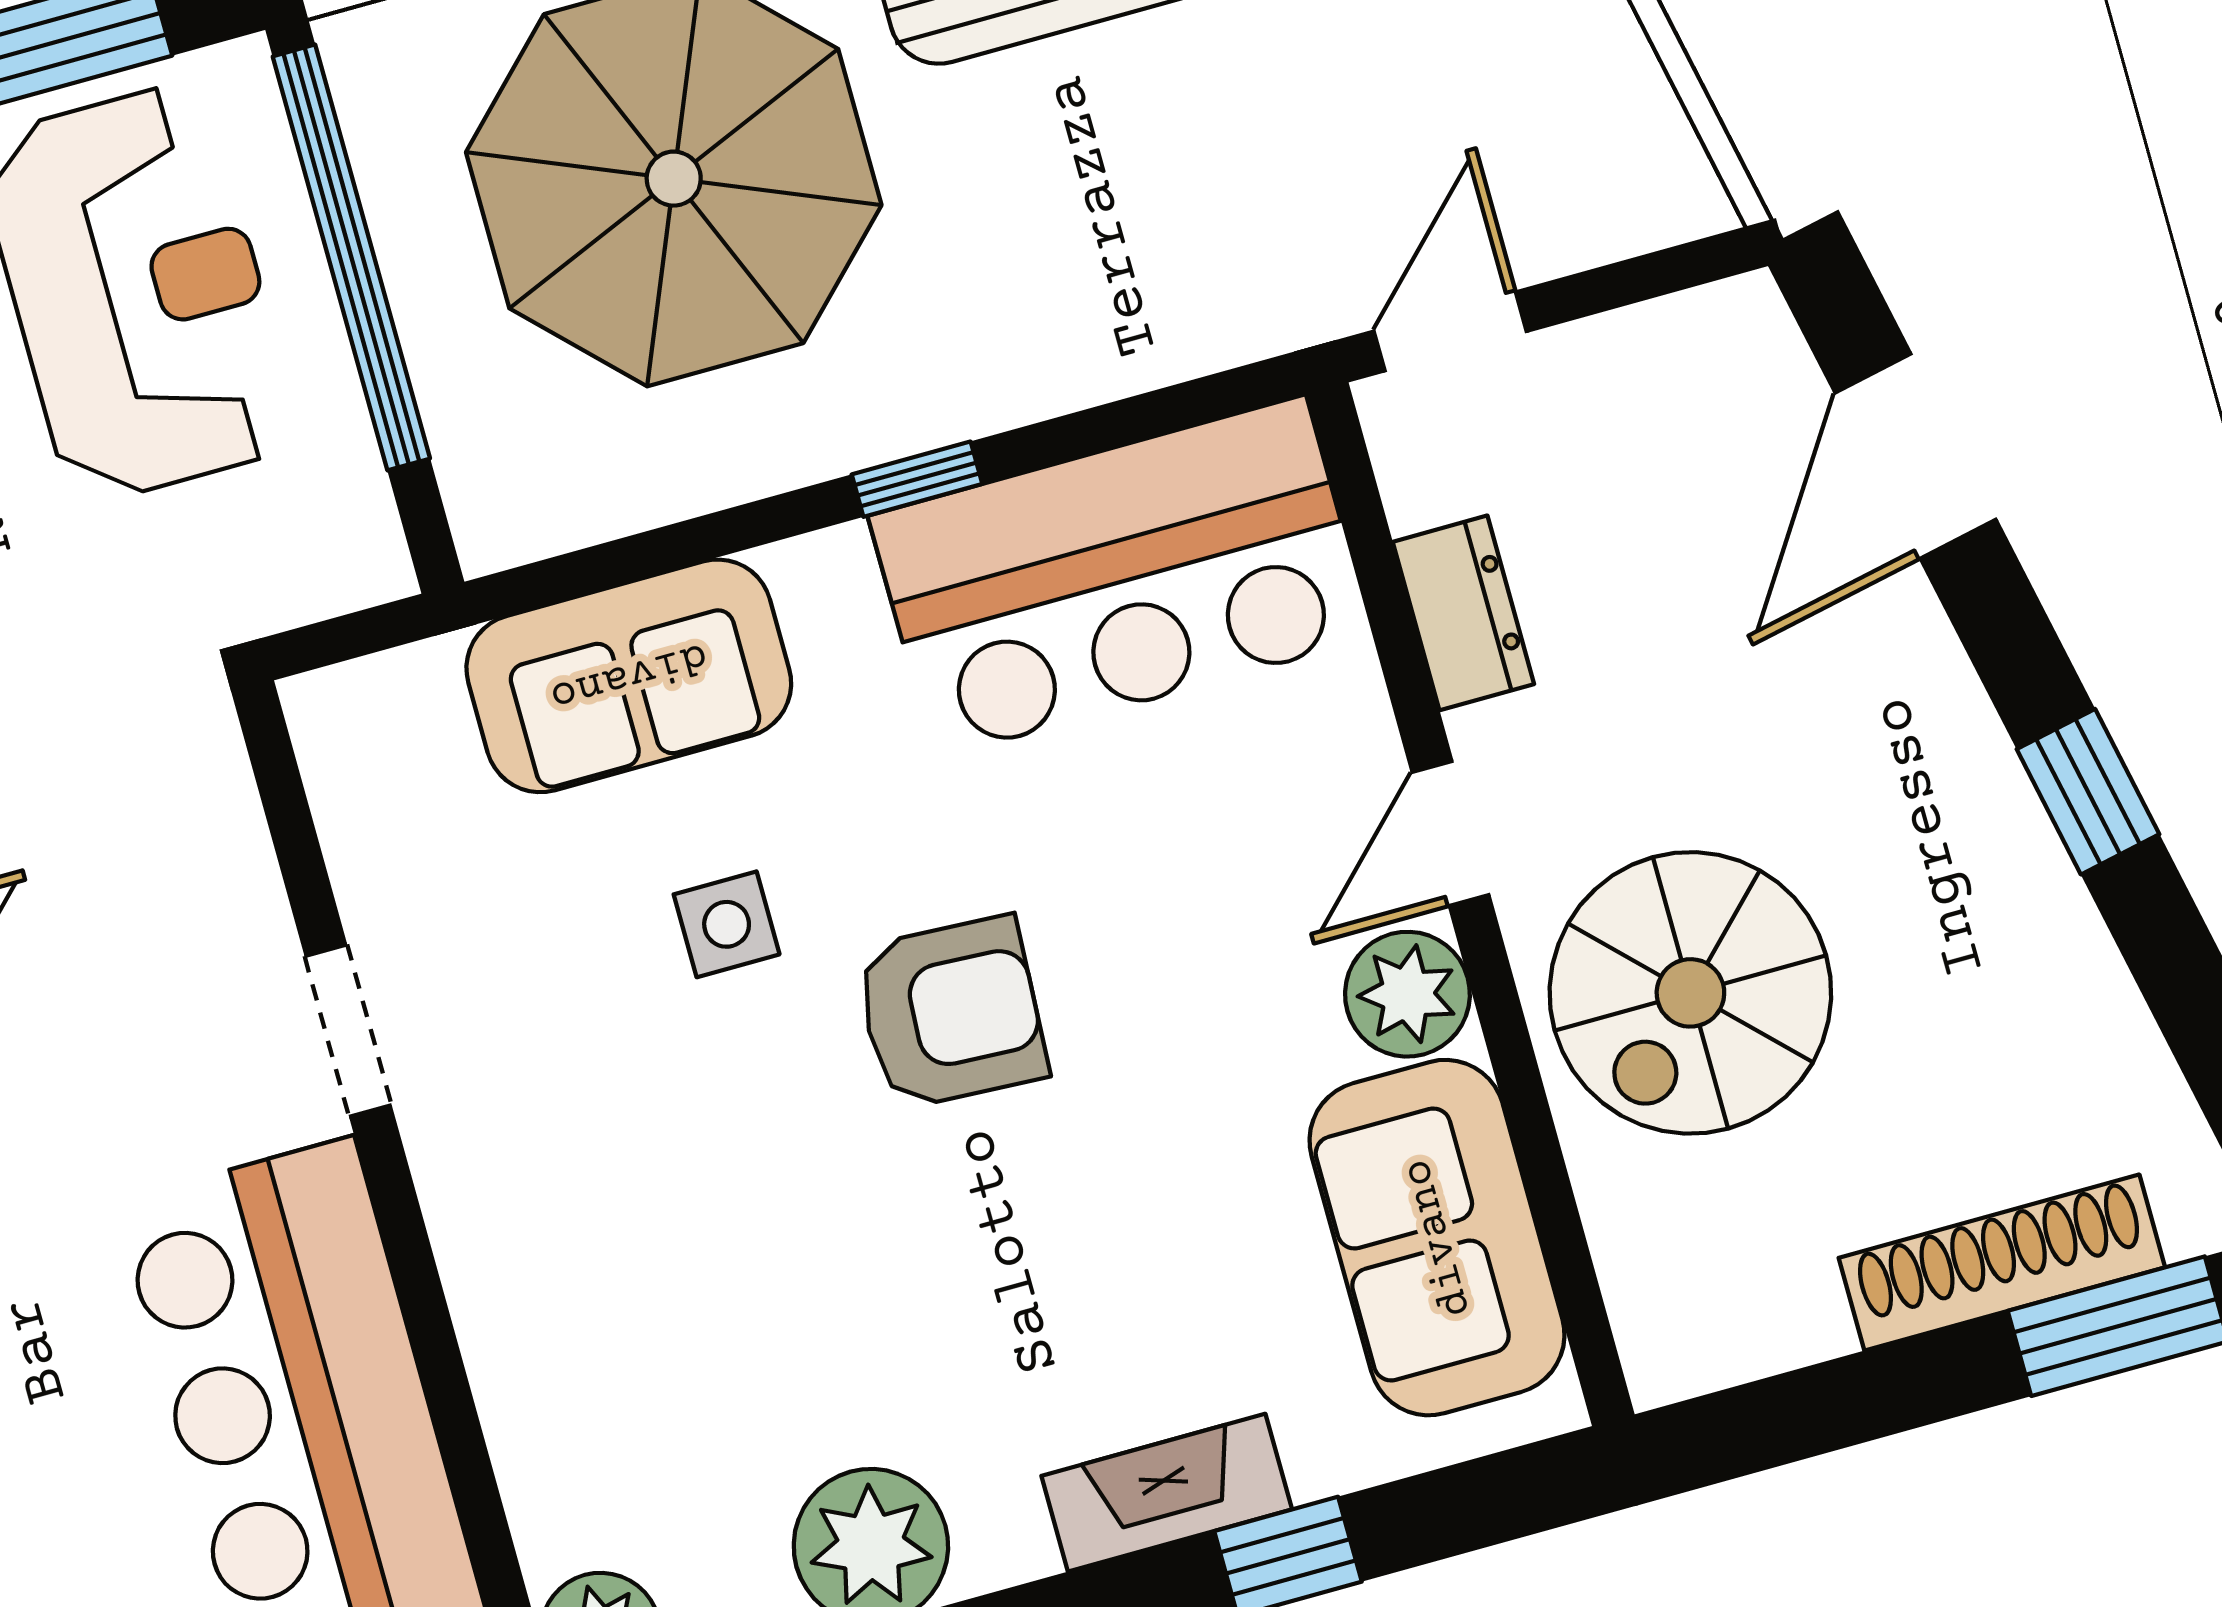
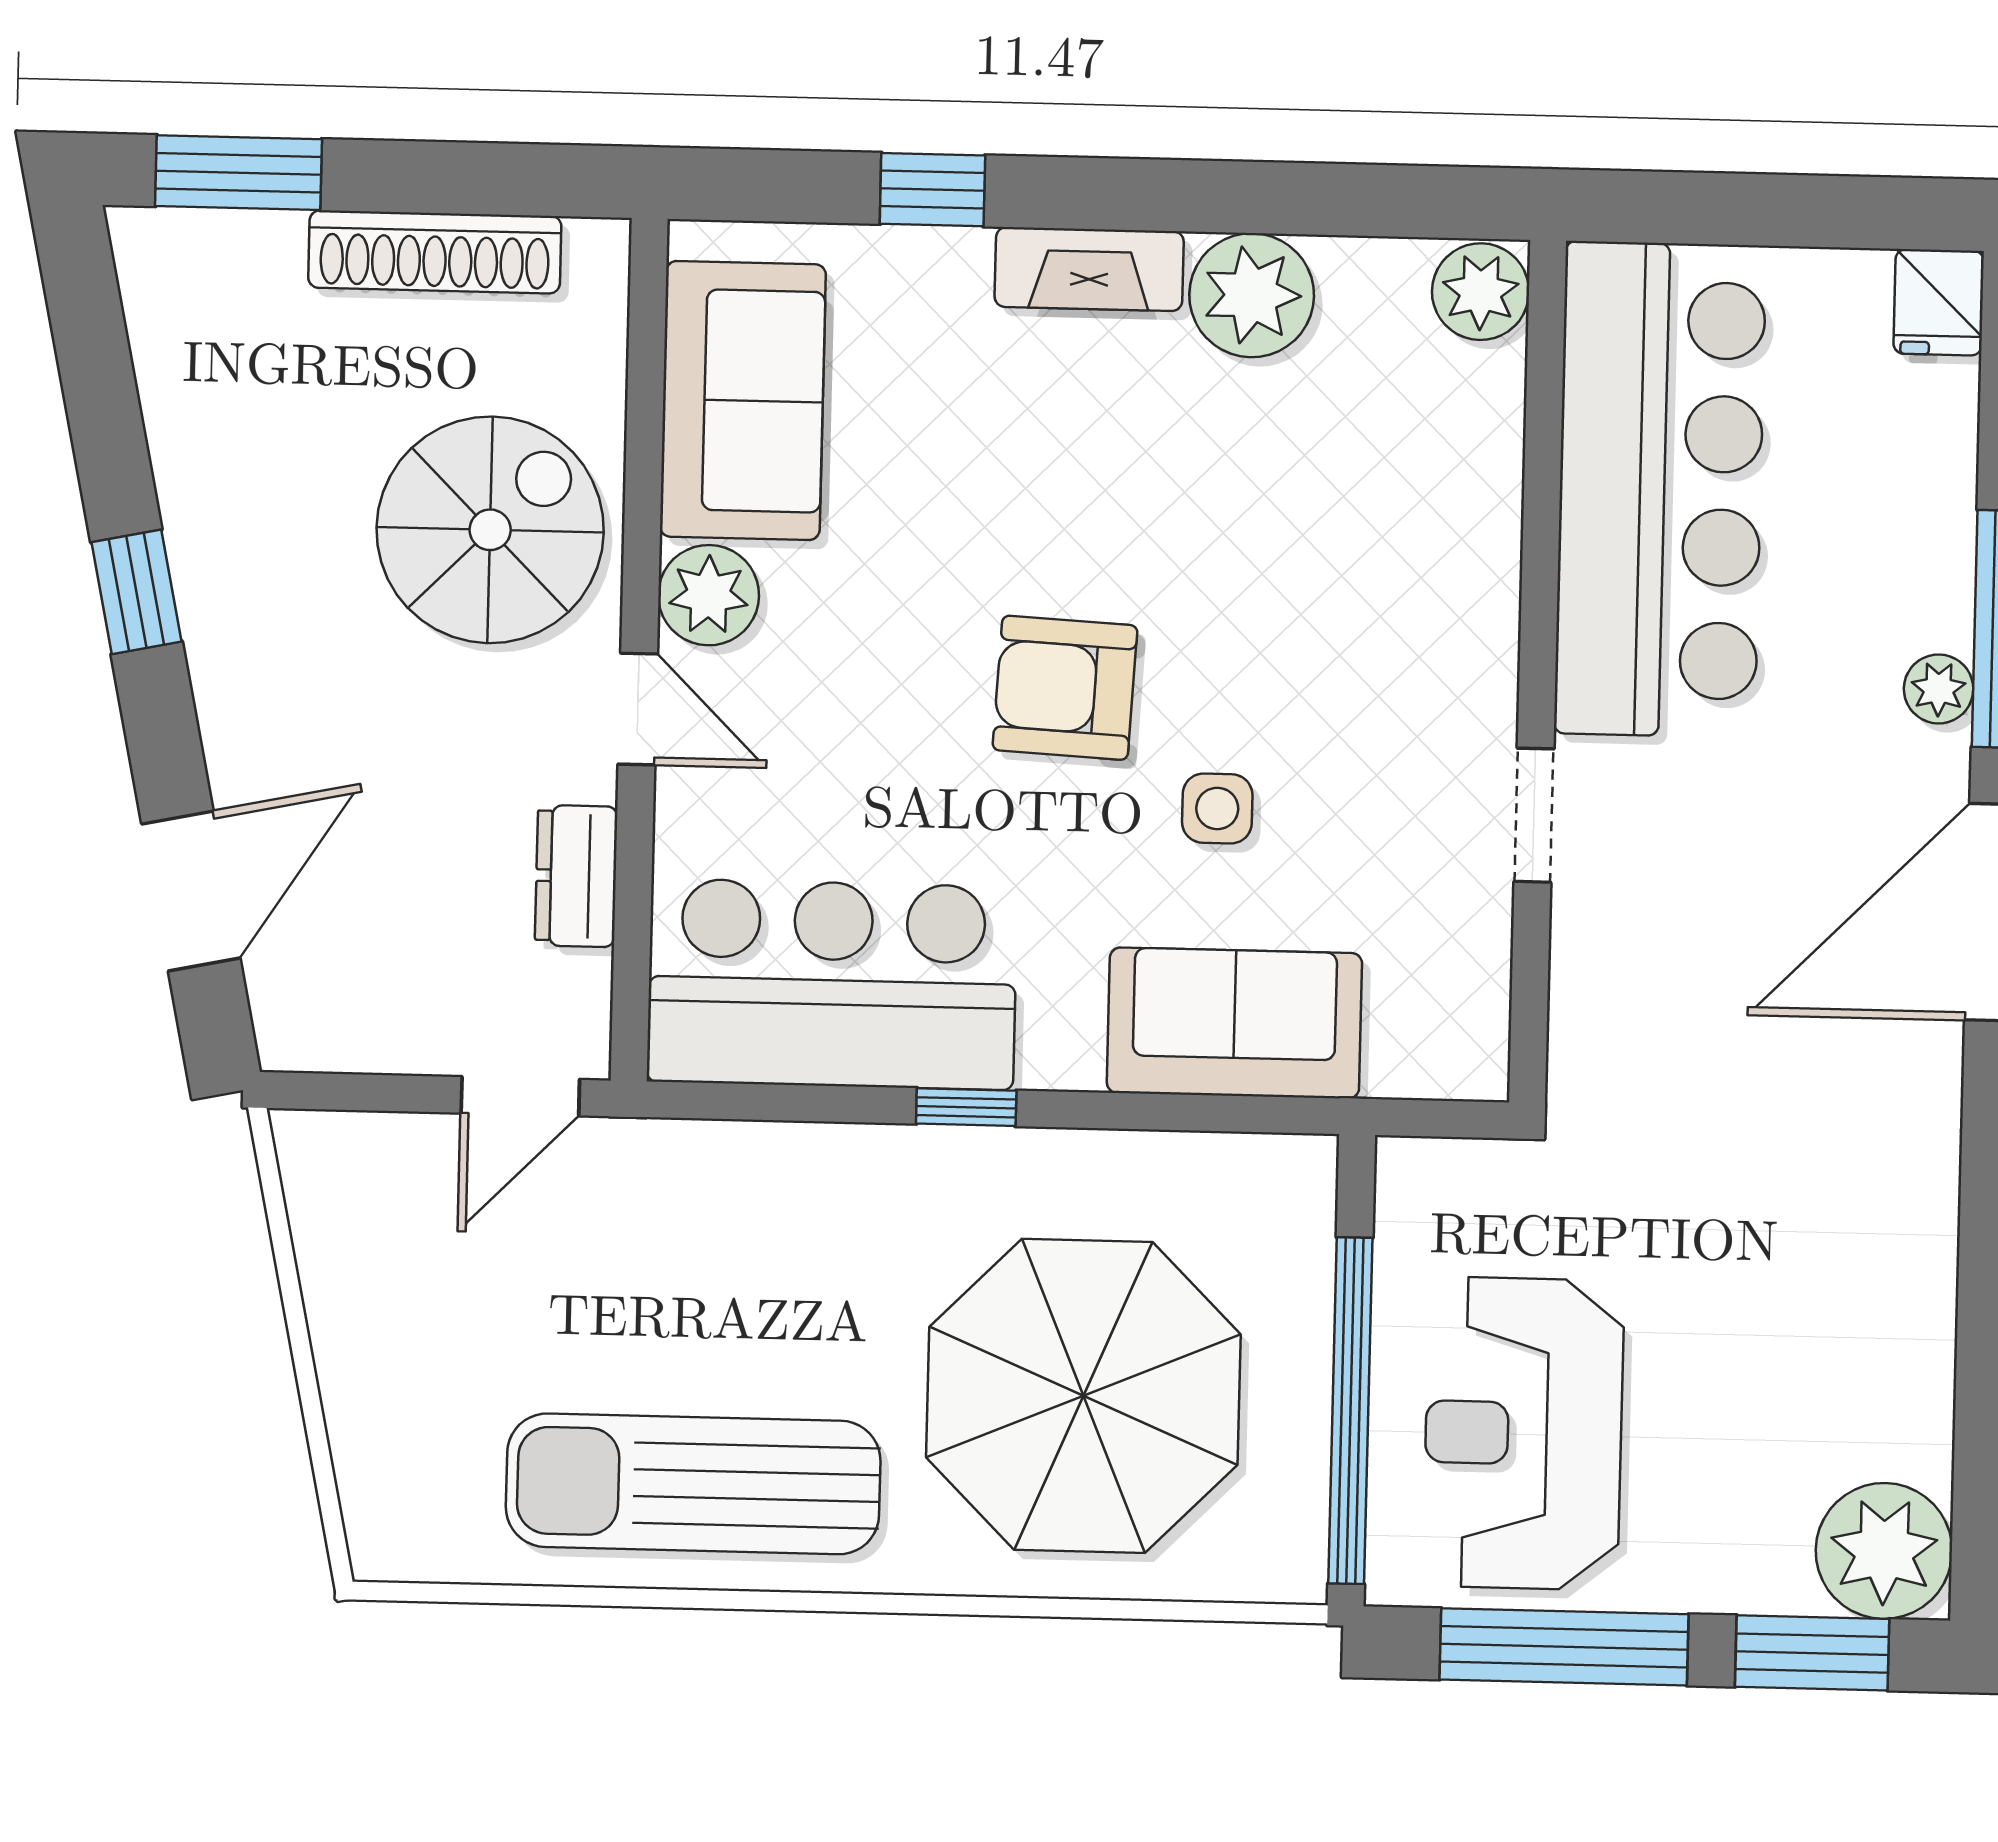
door: (1451, 833) -> (638, 709), hinge flipped
shoe rack: (2002, 1263) -> (435, 252), moved
fireplace: (1167, 1493) -> (1089, 269), moved

